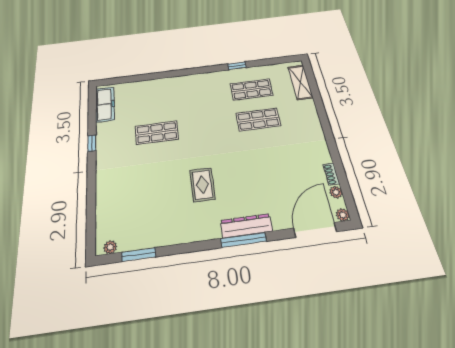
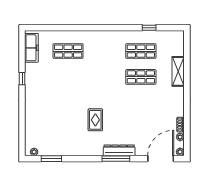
window: (237, 66) -> (149, 28), moved
shelving: (300, 82) -> (178, 71), moved
shop shelf: (157, 133) -> (68, 51), moved

